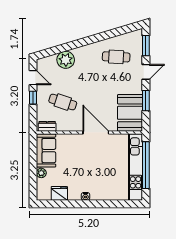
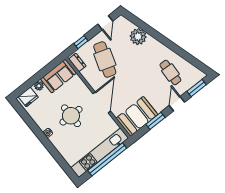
door: (146, 72) -> (177, 104), swing flipped
window: (33, 98) -> (81, 42), moved
cafe table: (63, 102) -> (105, 60), width x1.37, depth x1.35
round table: (87, 166) -> (71, 116), added
fridge: (59, 193) -> (28, 97), moved, turned 90

